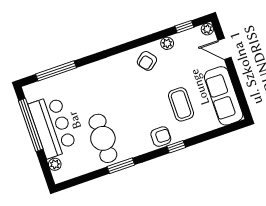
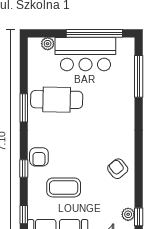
plant: (167, 43) -> (128, 214), moved
window: (218, 132) -> (24, 215), added

